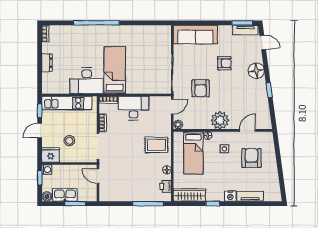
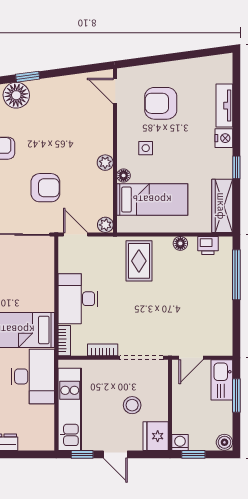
window: (269, 90) -> (28, 77), moved
plant: (220, 120) -> (105, 163), width x0.53, depth x0.53
door: (247, 130) -> (115, 91), moved
kitchen sink: (65, 195) -> (222, 380), moved

